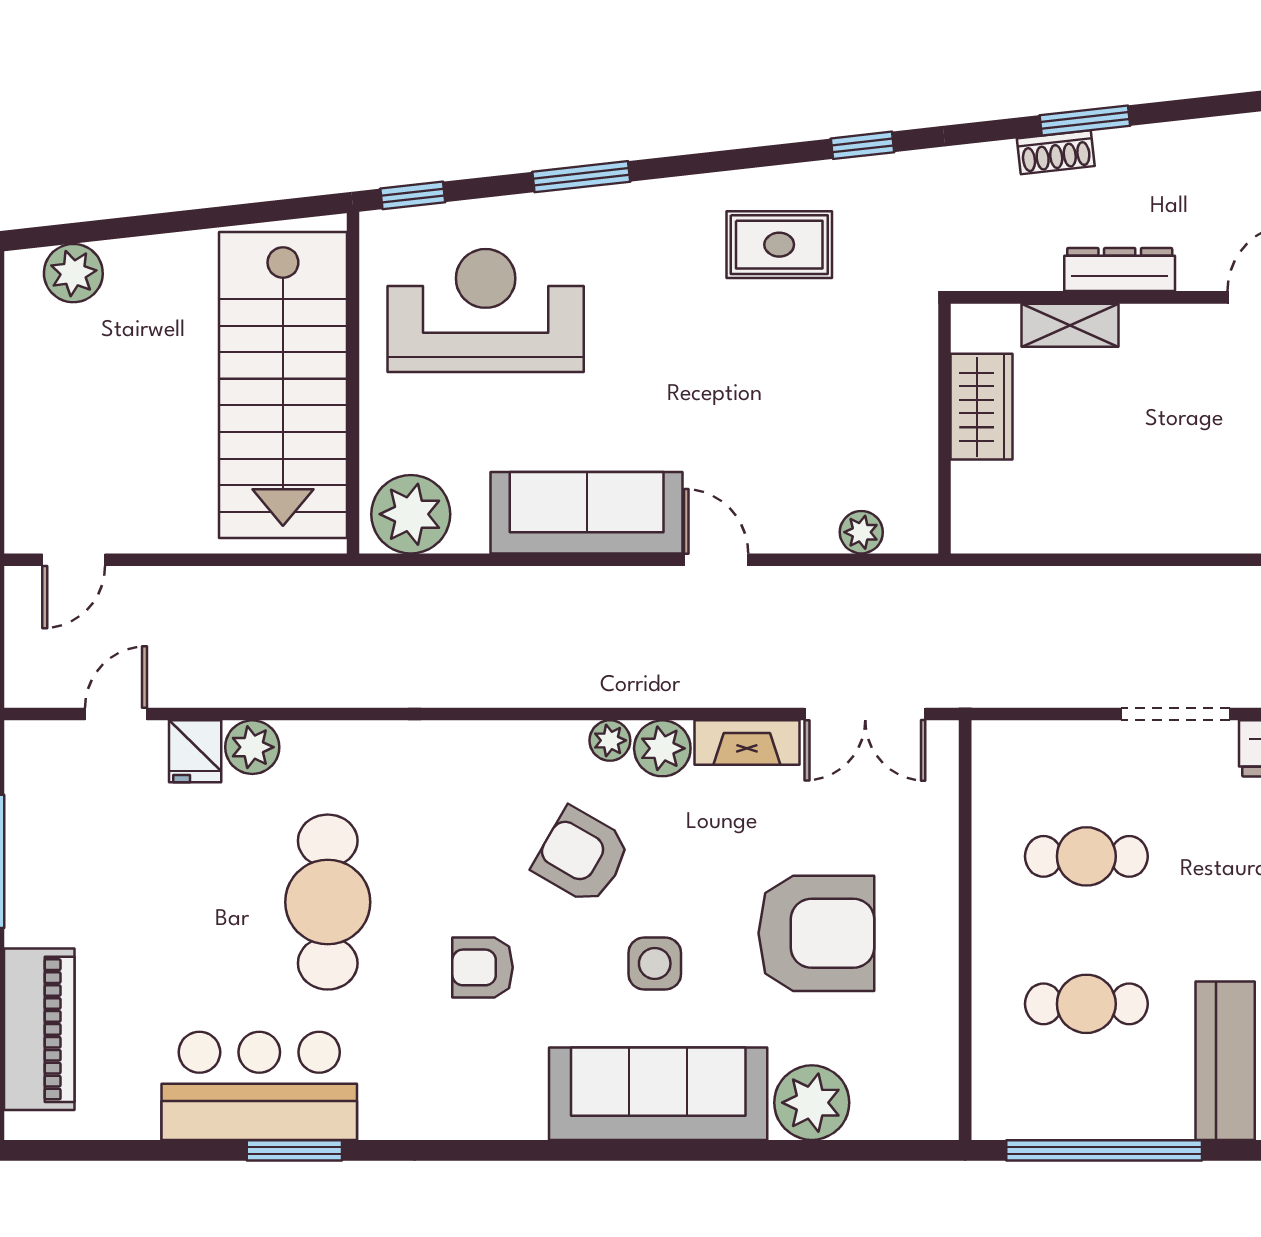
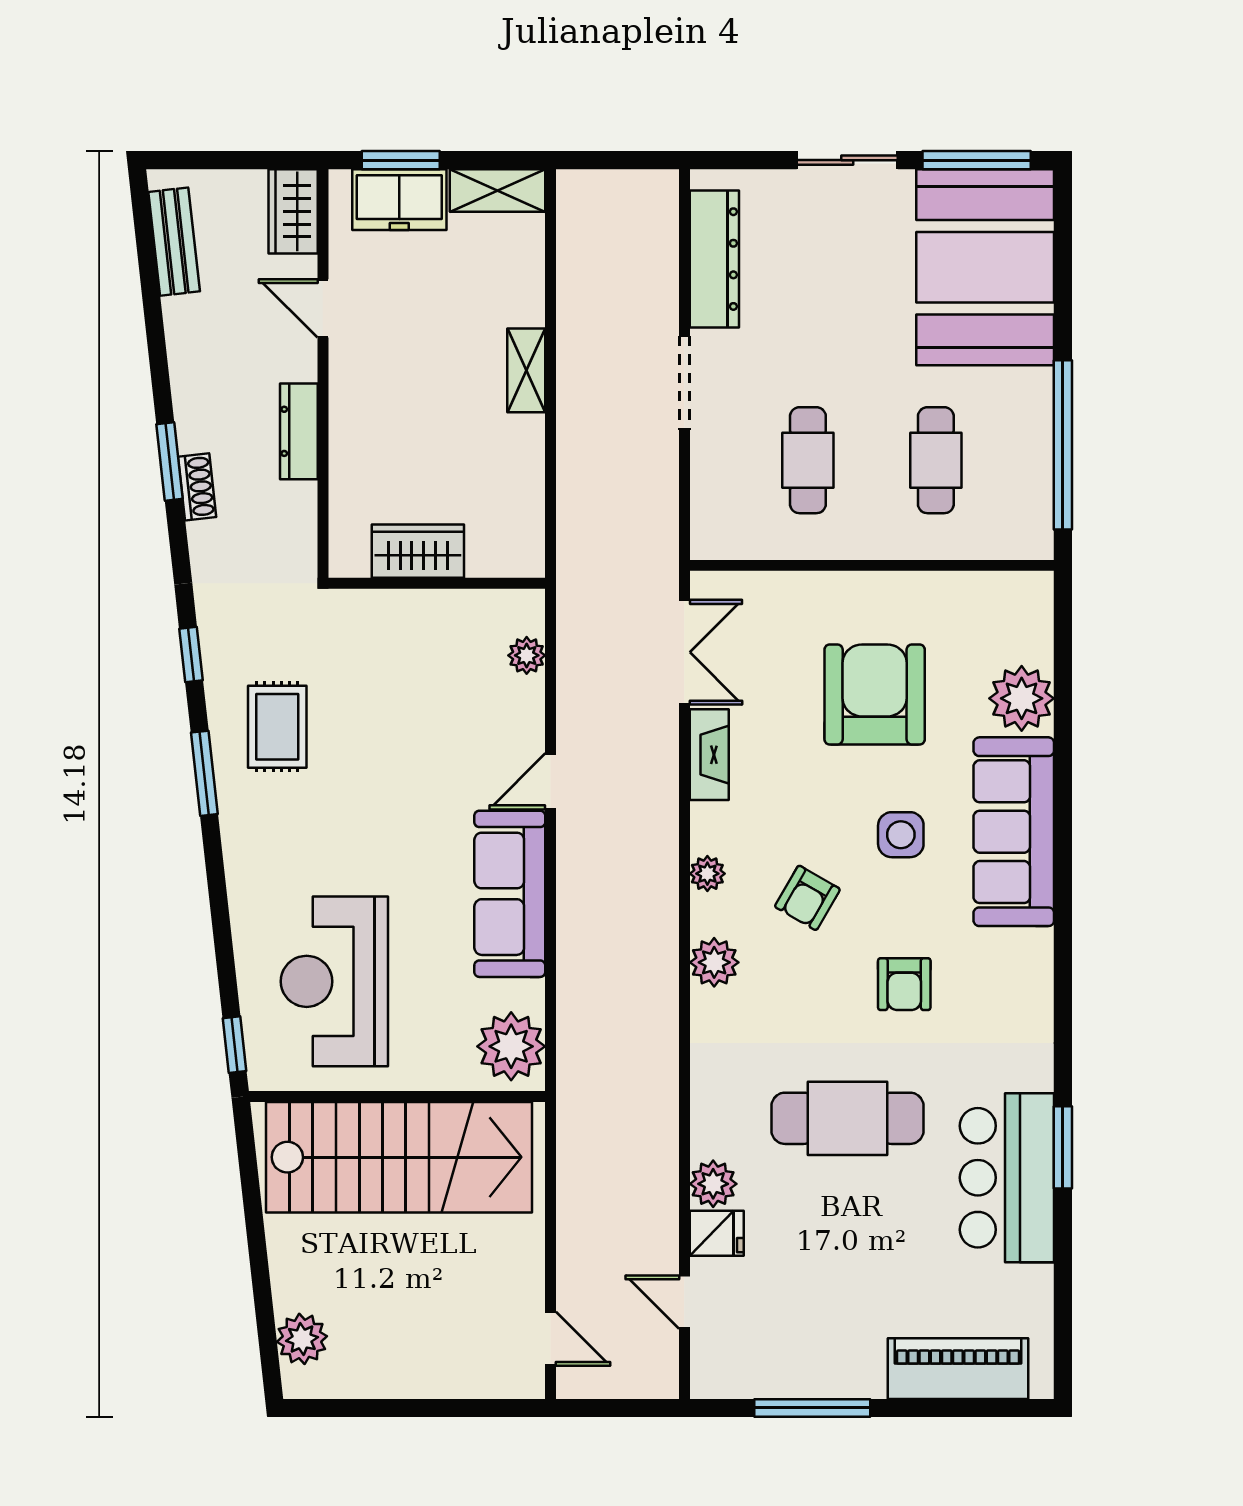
window: (581, 177) -> (204, 773), moved
shelving: (1070, 325) -> (526, 370), moved
plant: (662, 748) -> (714, 962), moved
armchair: (582, 856) -> (807, 898), width x0.72, depth x0.72

